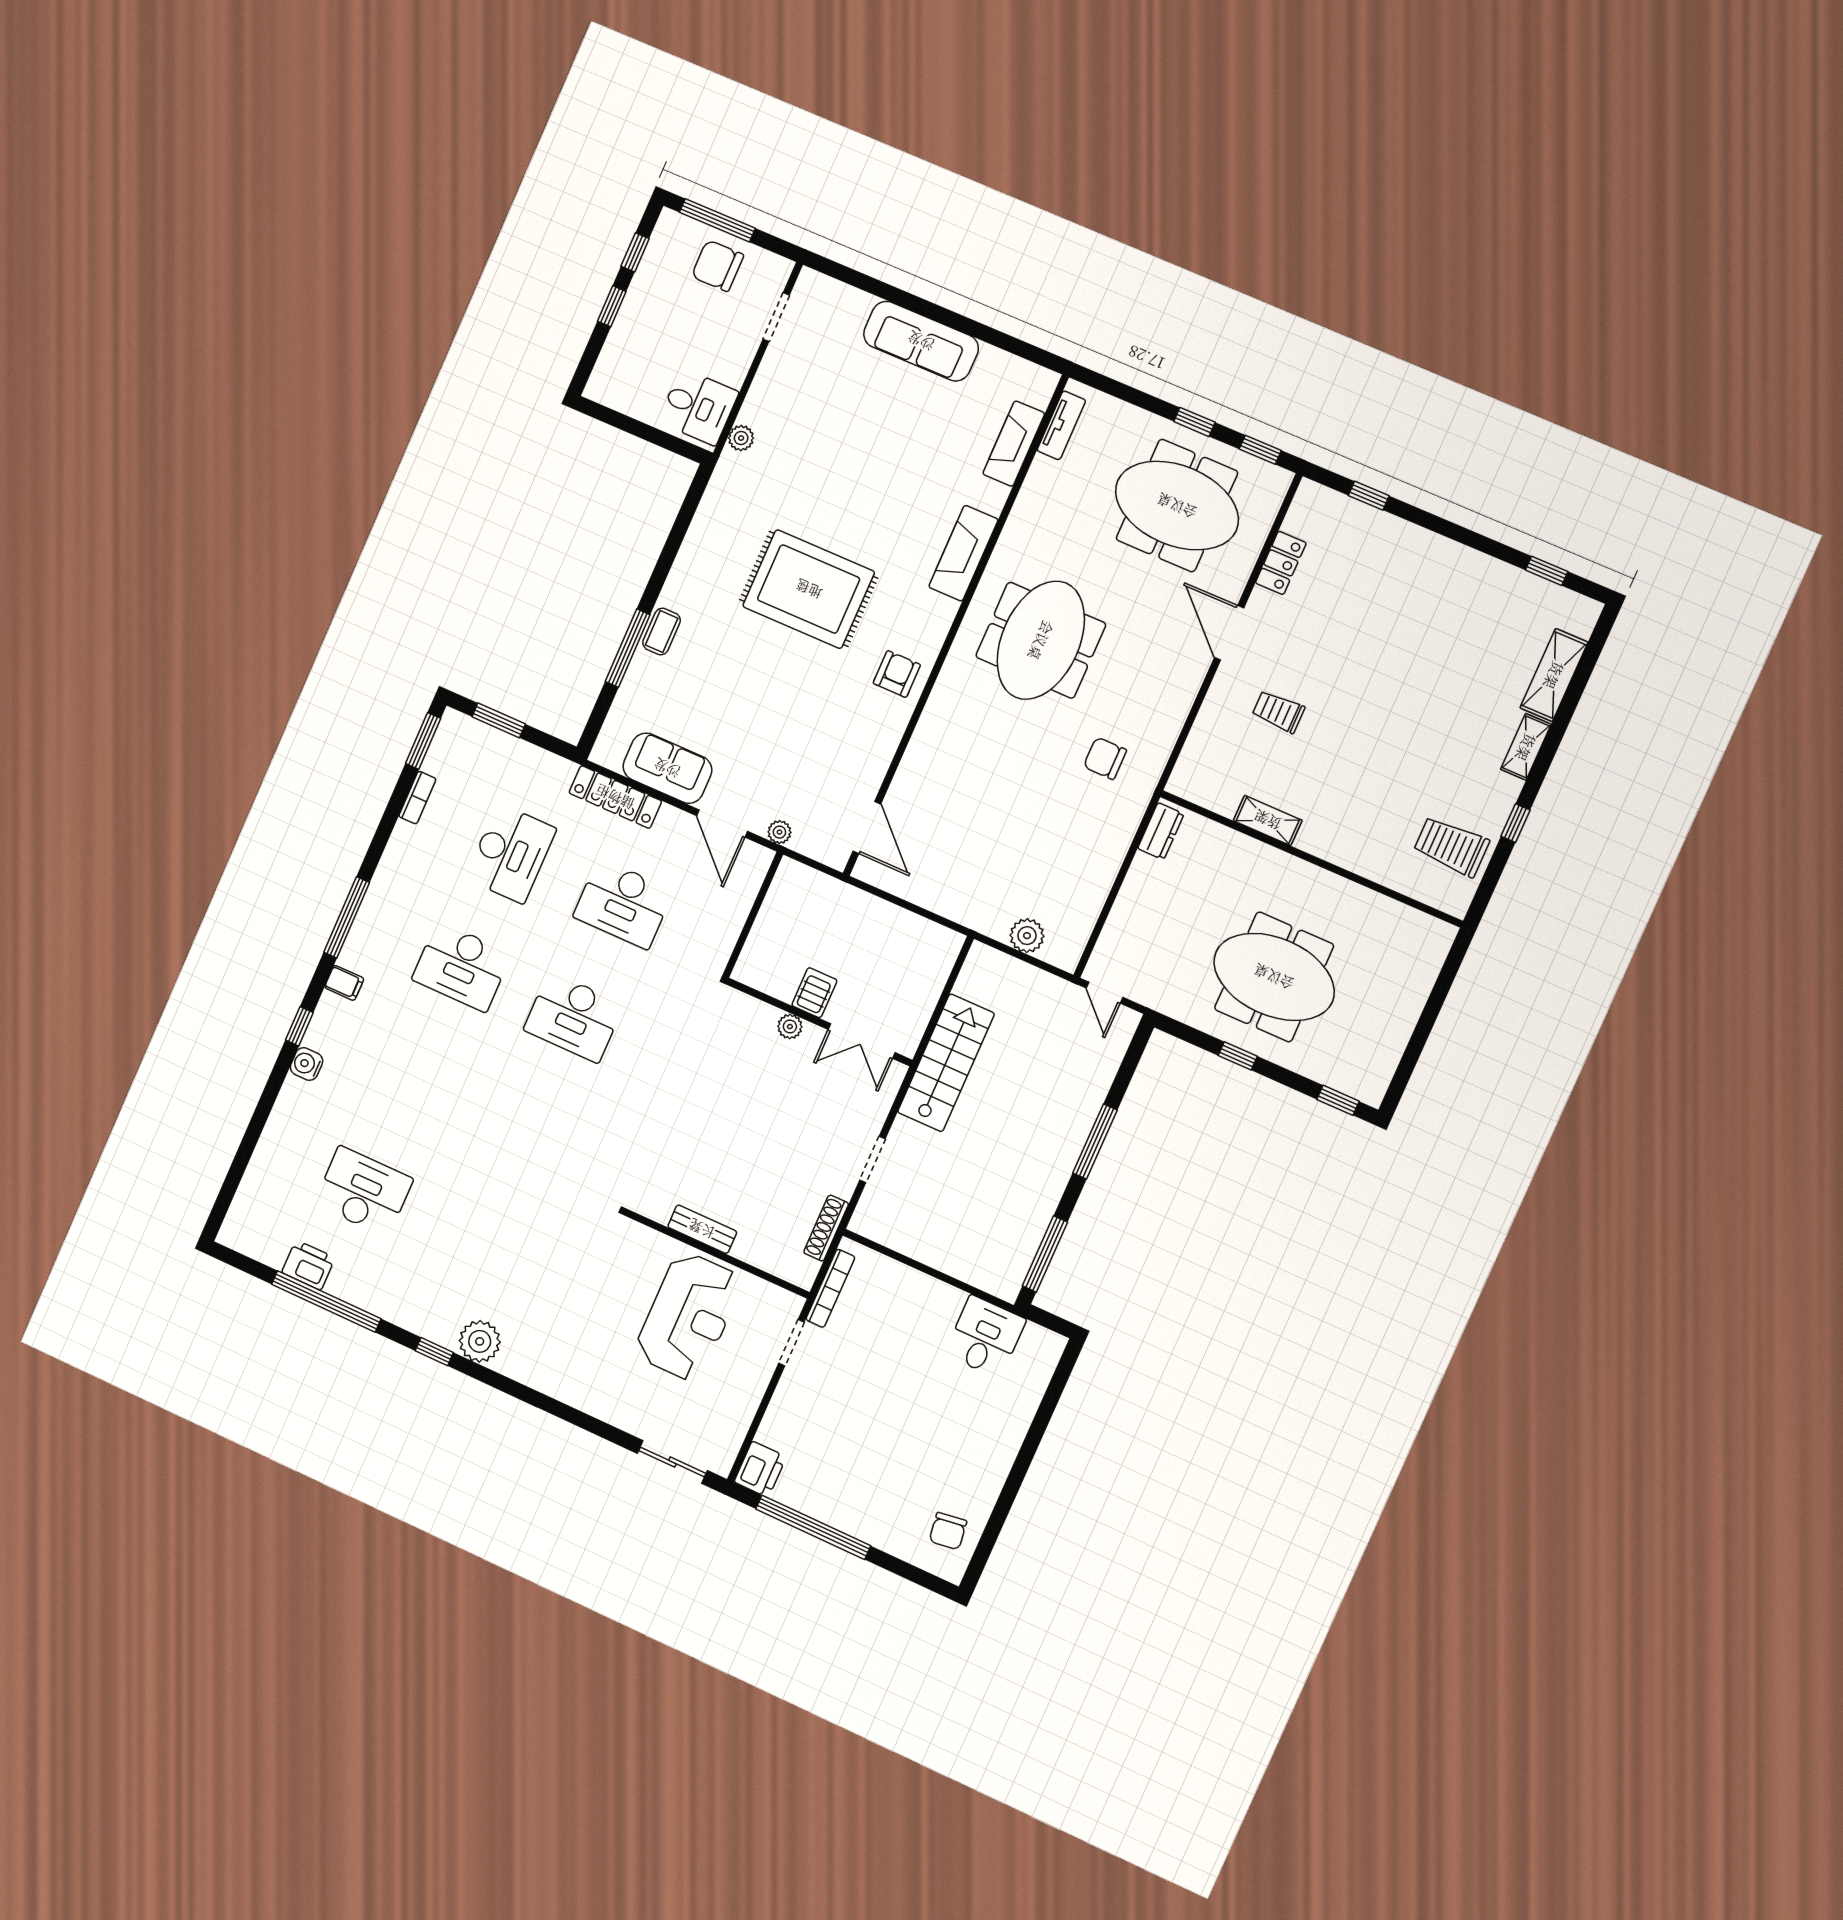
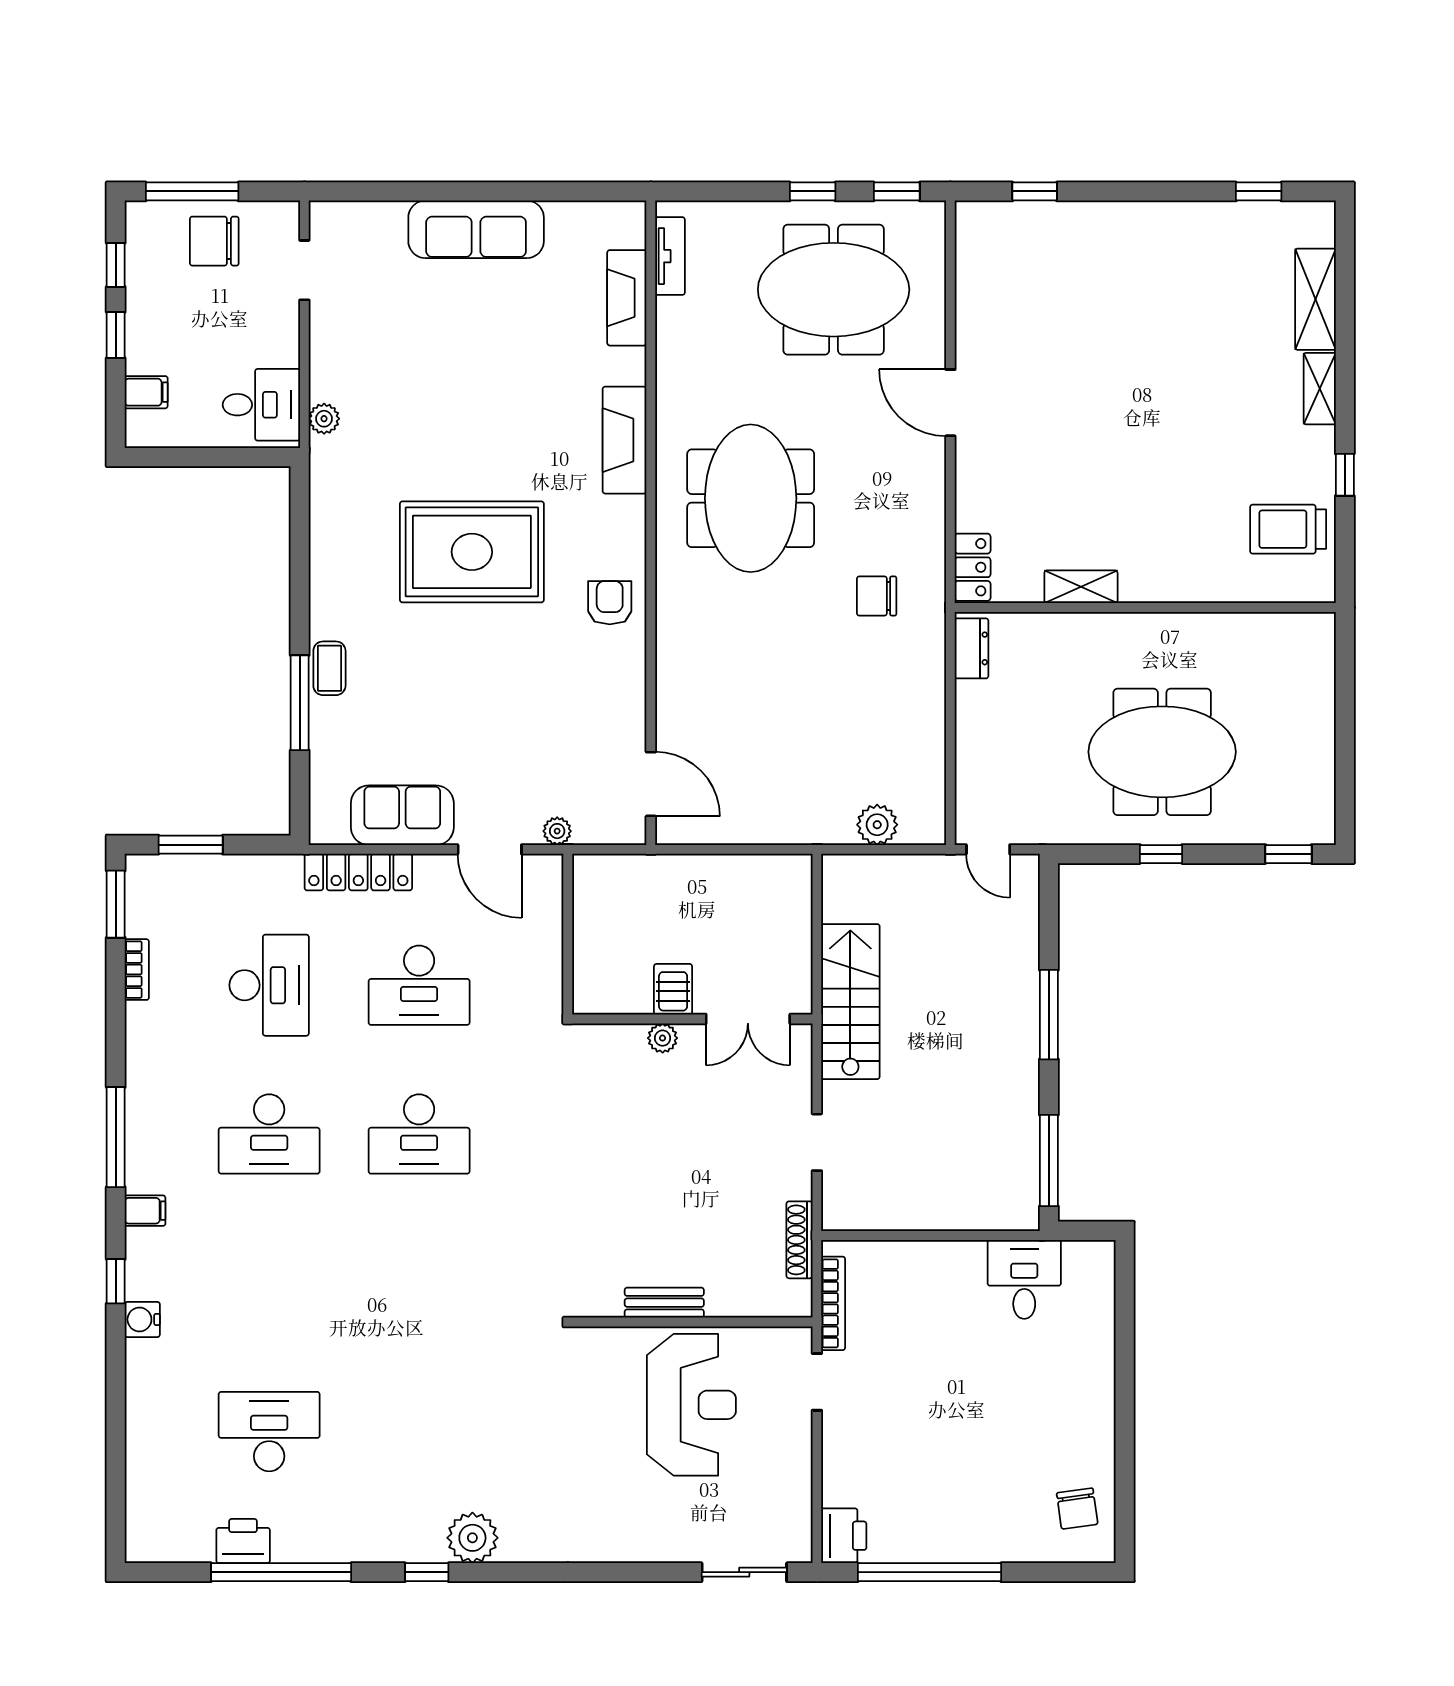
filing cabinet: (616, 360) -> (146, 392), added
locker: (1281, 563) -> (973, 567), moved
trolley: (1278, 712) -> (1041, 465), removed

